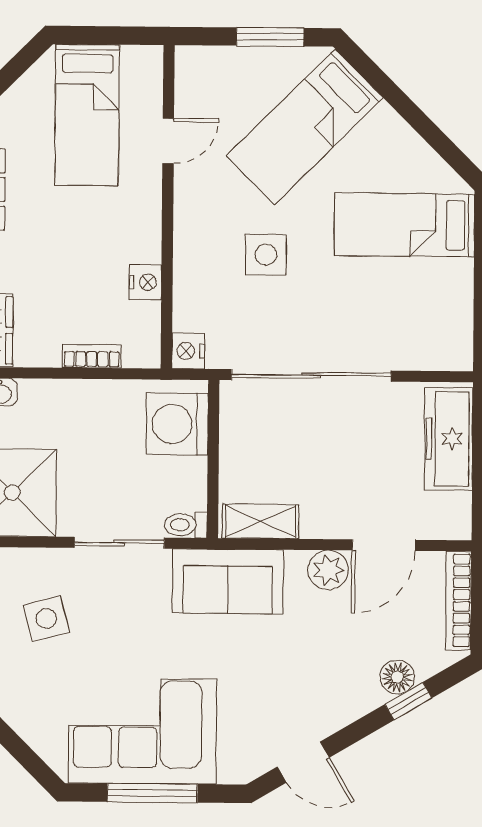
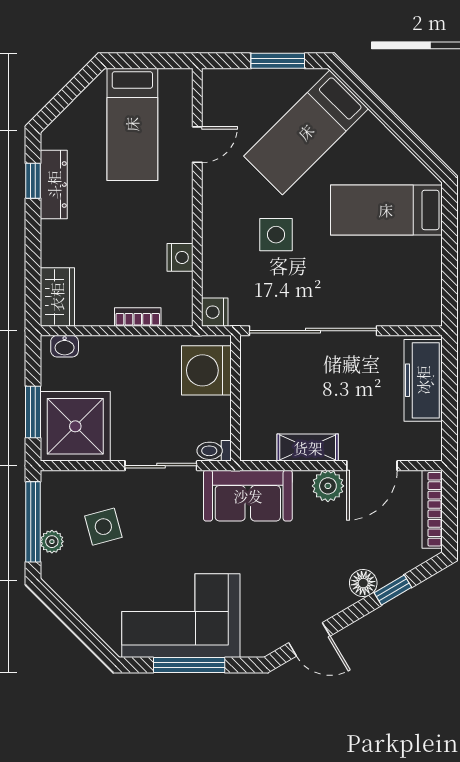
shelving: (261, 521) -> (308, 448), moved
floor lamp: (397, 677) -> (363, 583), moved

